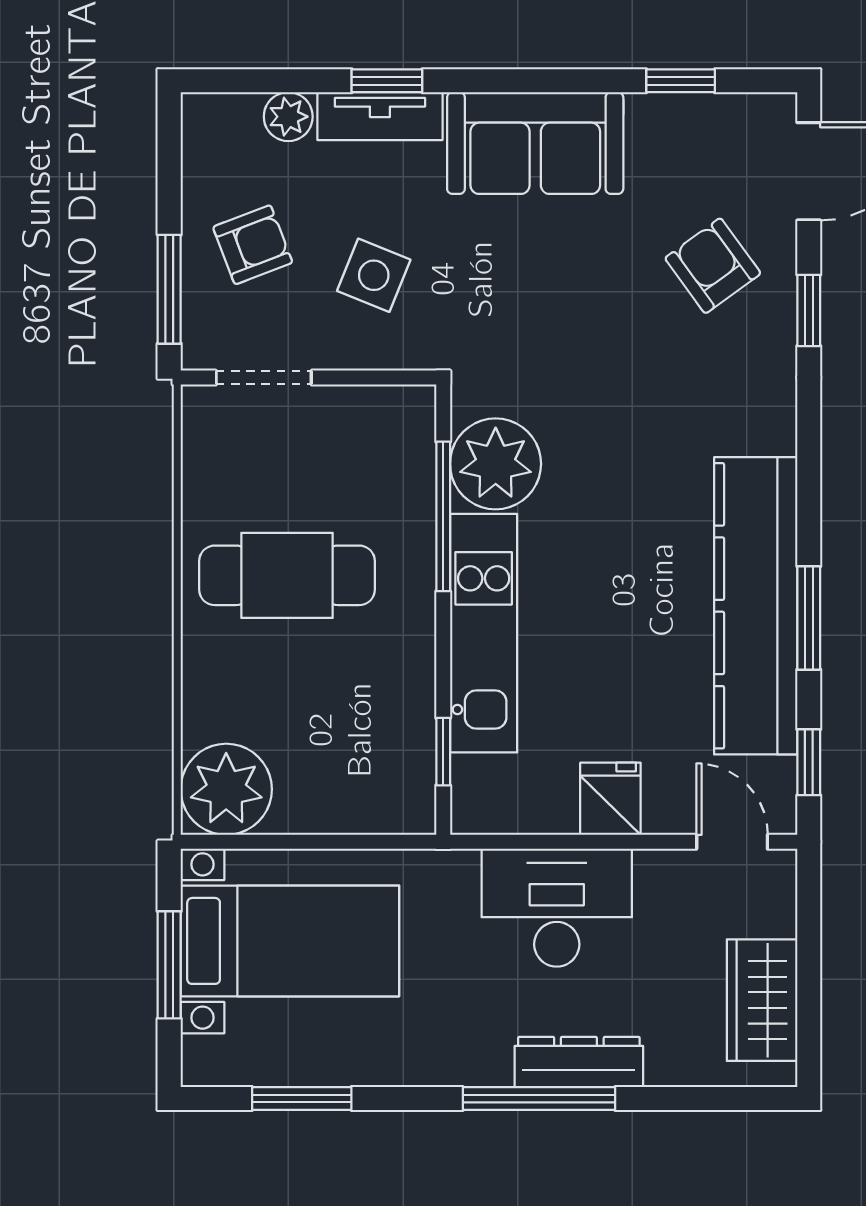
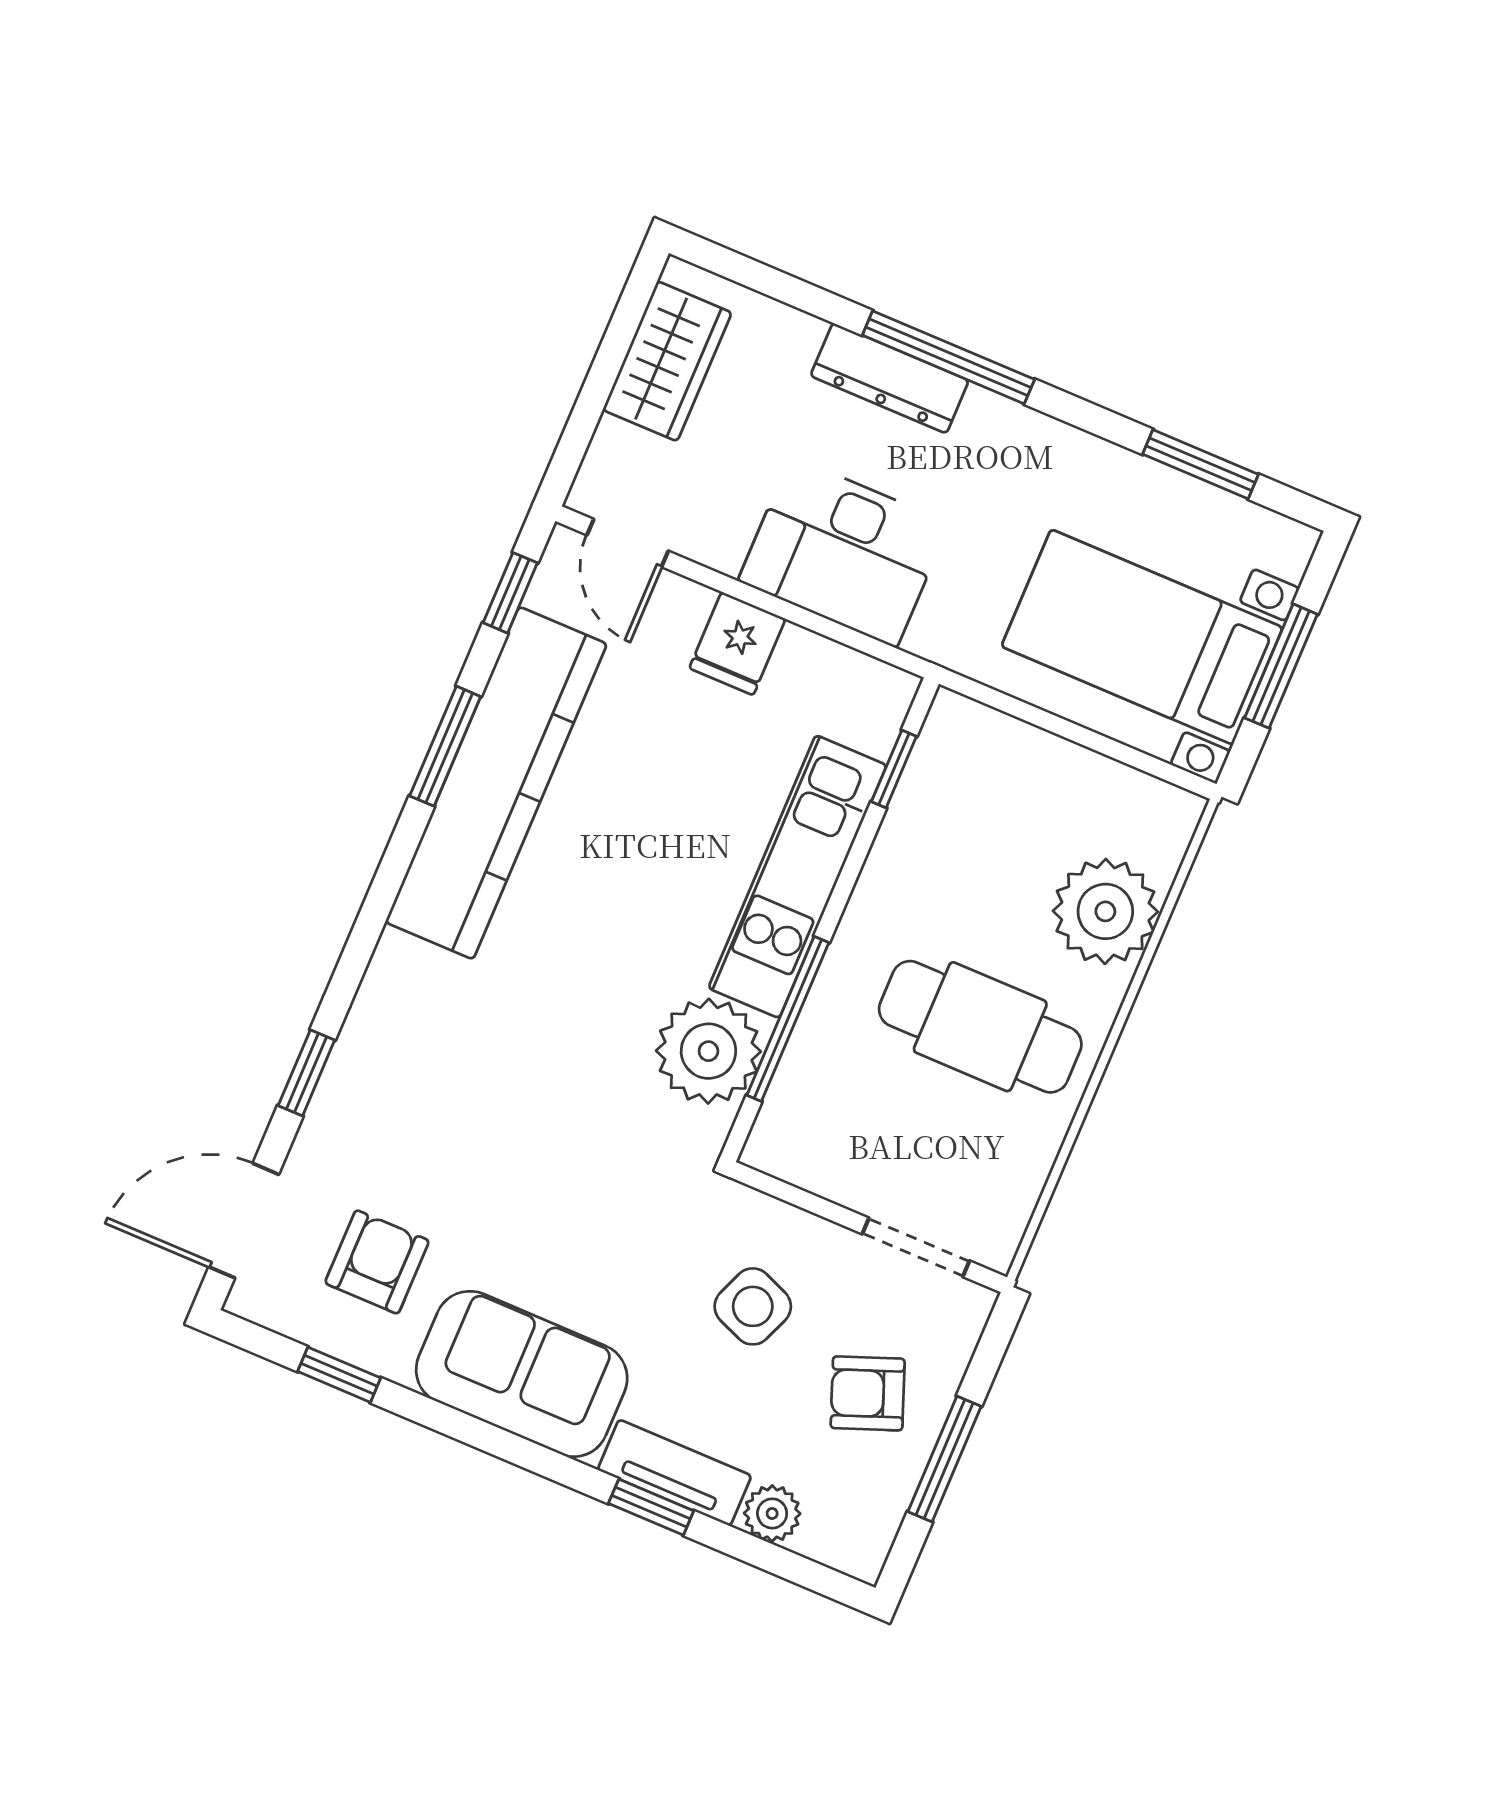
armchair: (713, 266) -> (377, 1262), moved, turned -144
window: (169, 289) -> (944, 1459), moved
plant: (226, 789) -> (1105, 911), moved

